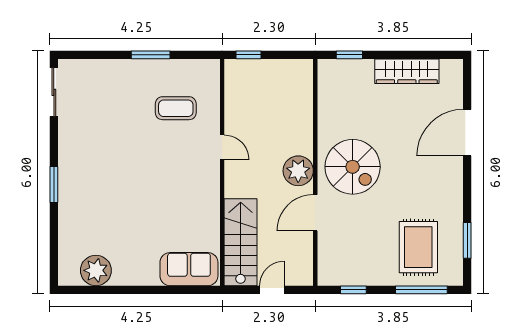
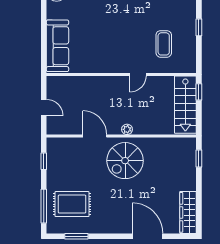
window: (151, 55) -> (199, 27), width x0.67
wardrobe: (407, 71) -> (188, 212), moved
plant: (298, 171) -> (127, 129), width x0.53, depth x0.53
stairs: (241, 242) -> (185, 105), moved, turned 90
sofa: (189, 269) -> (58, 46), width x1.36

